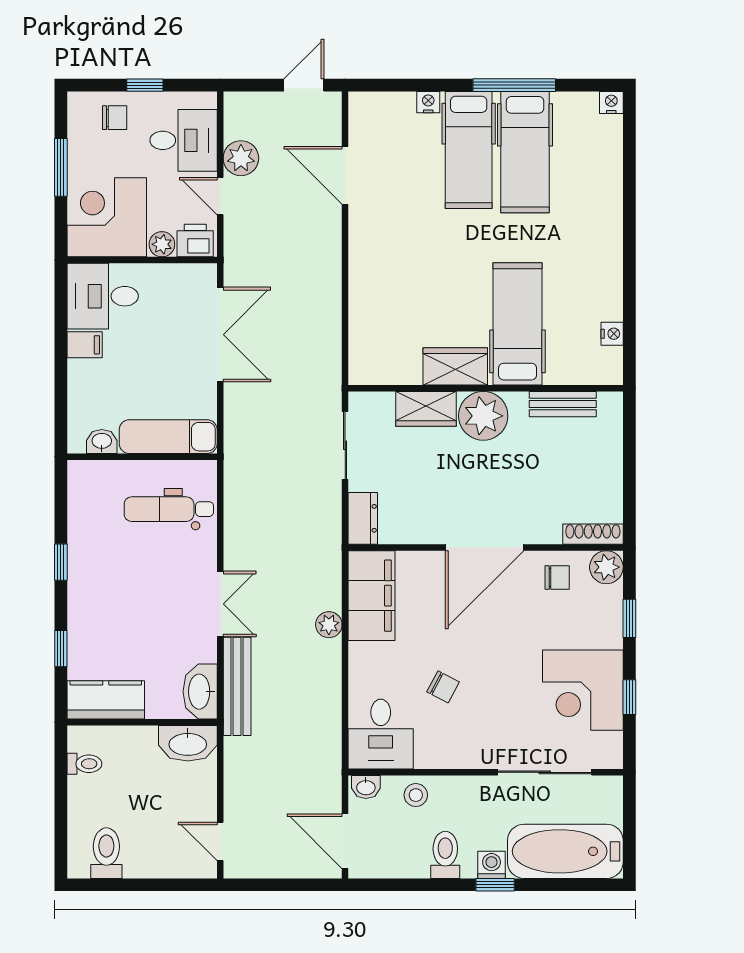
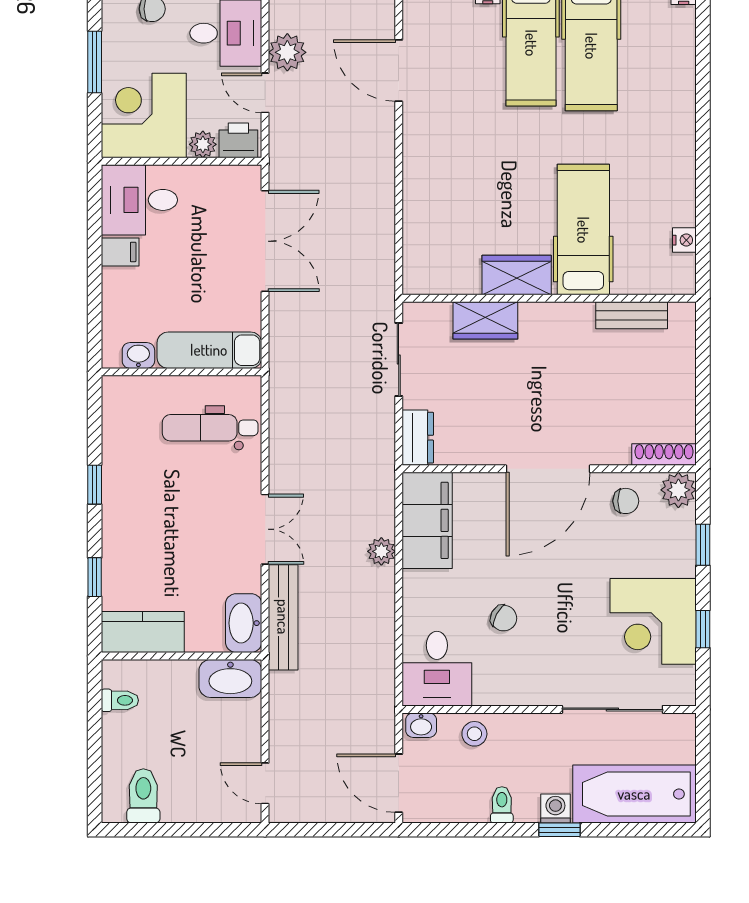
plant: (483, 416) -> (547, 328), removed
toilet: (445, 855) -> (502, 805), width x0.73, depth x0.72

